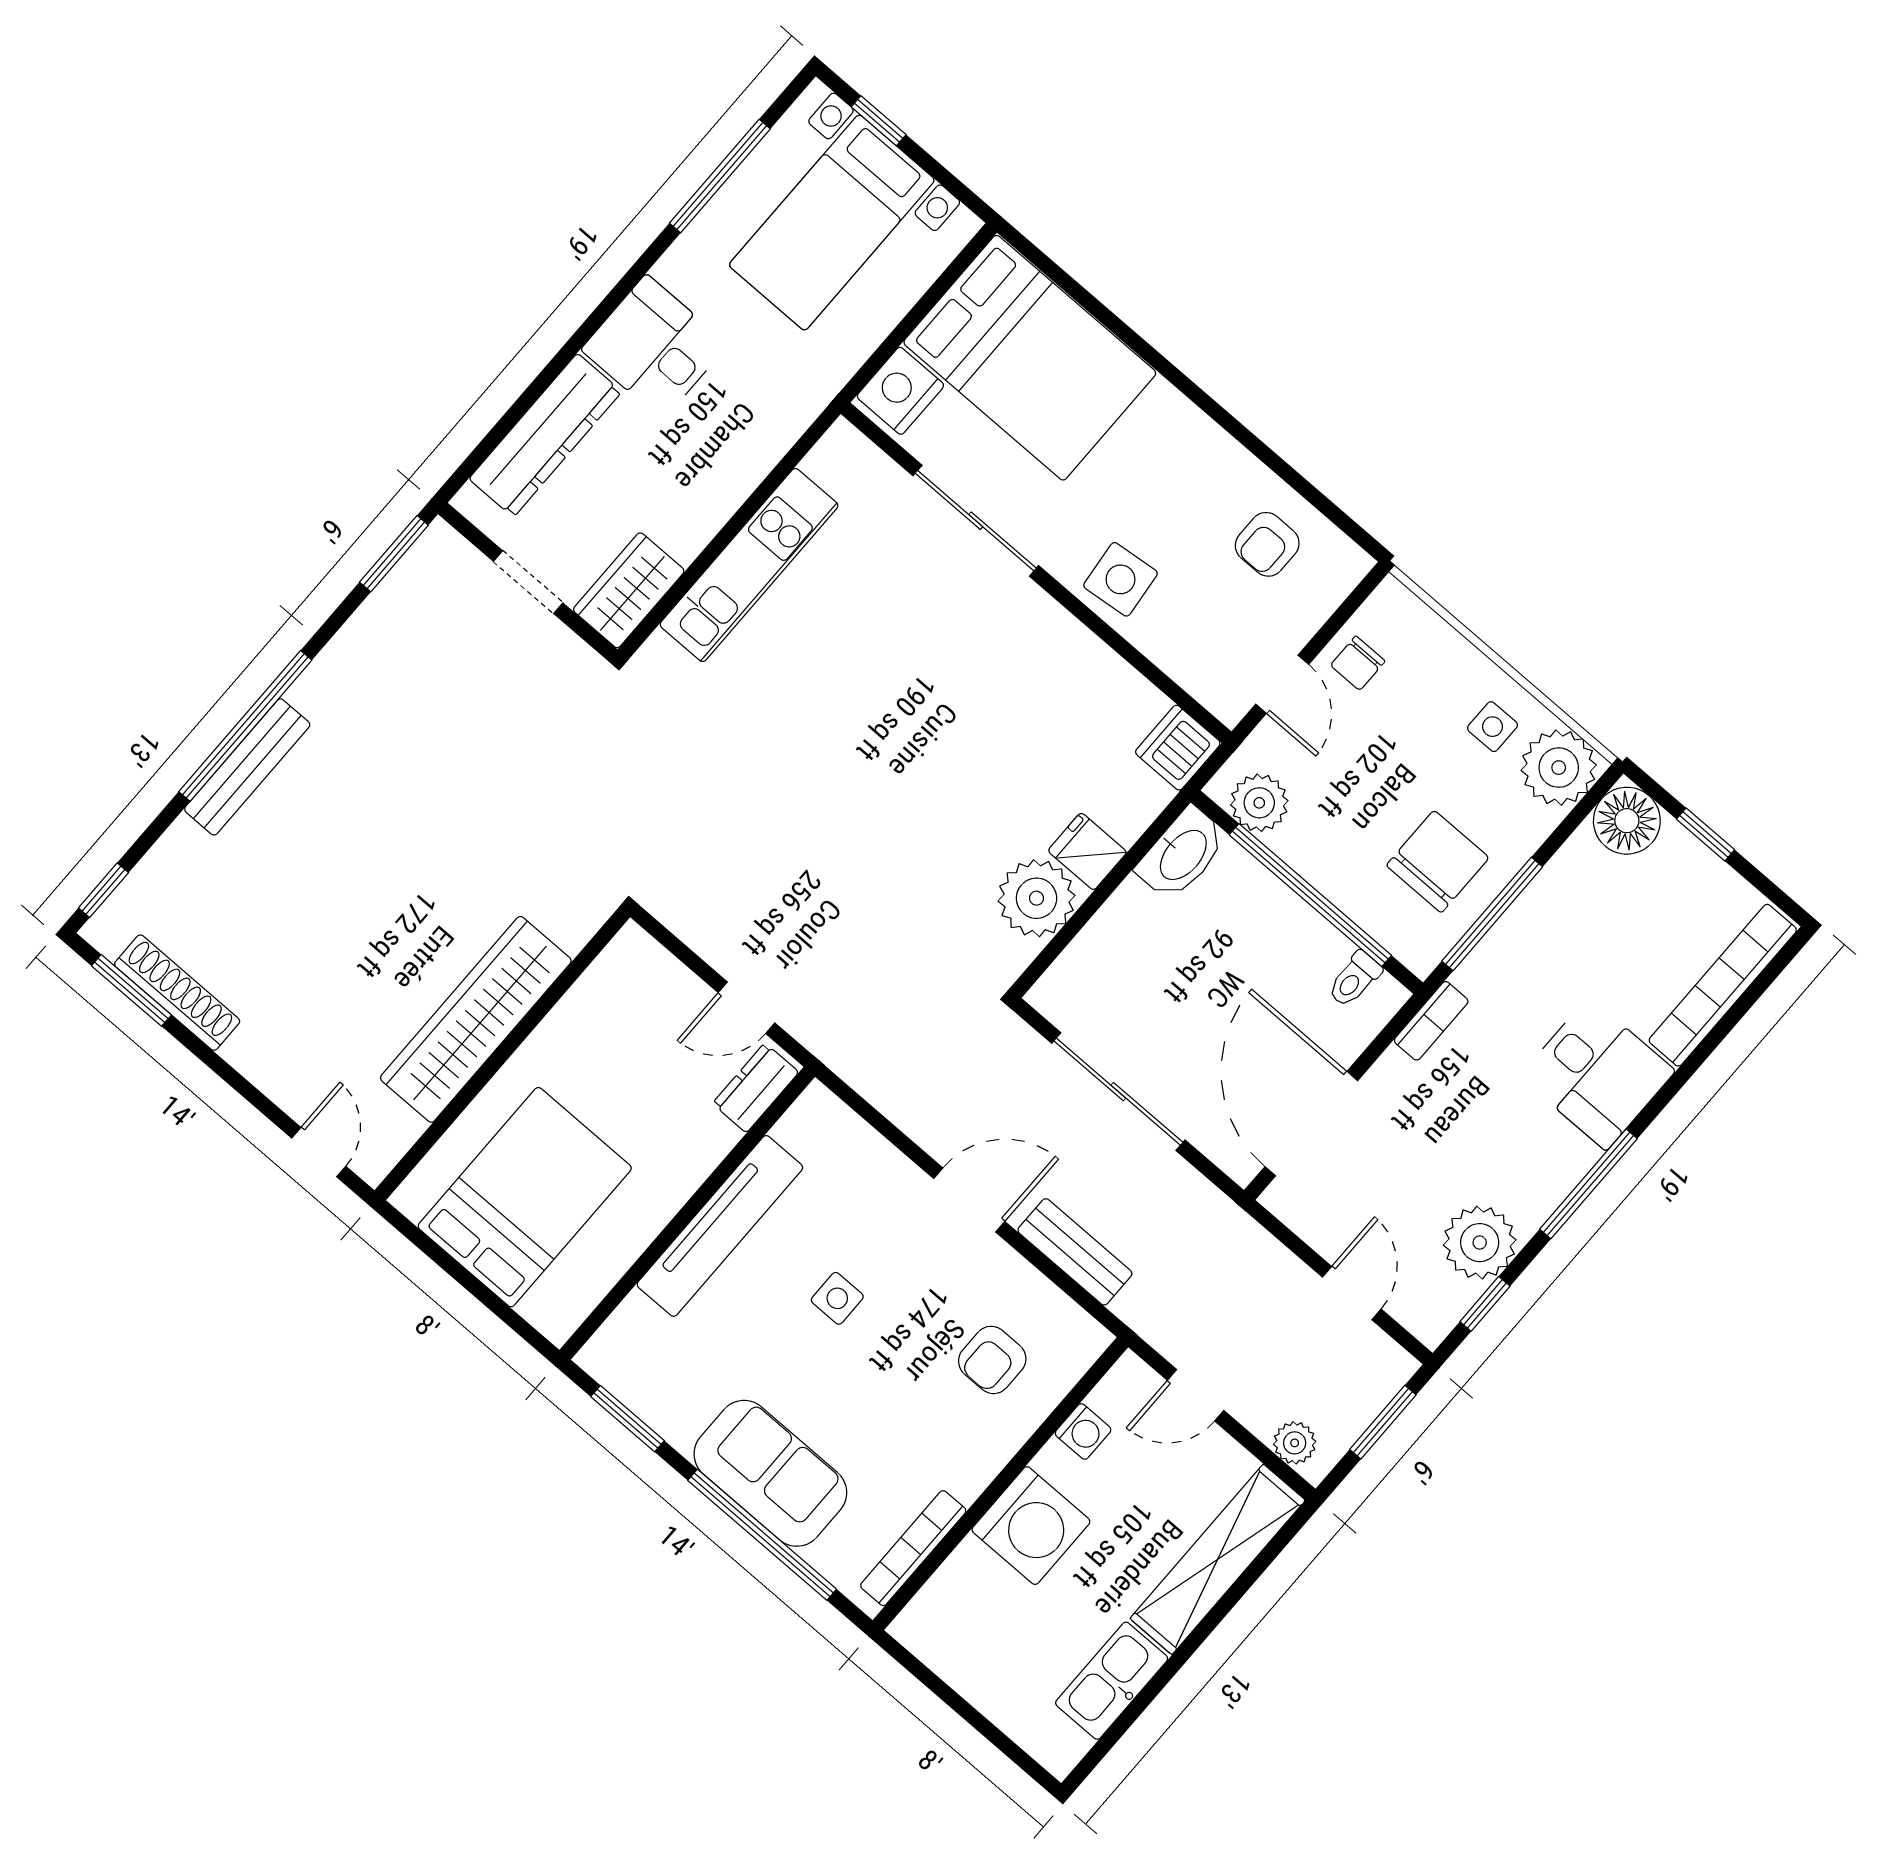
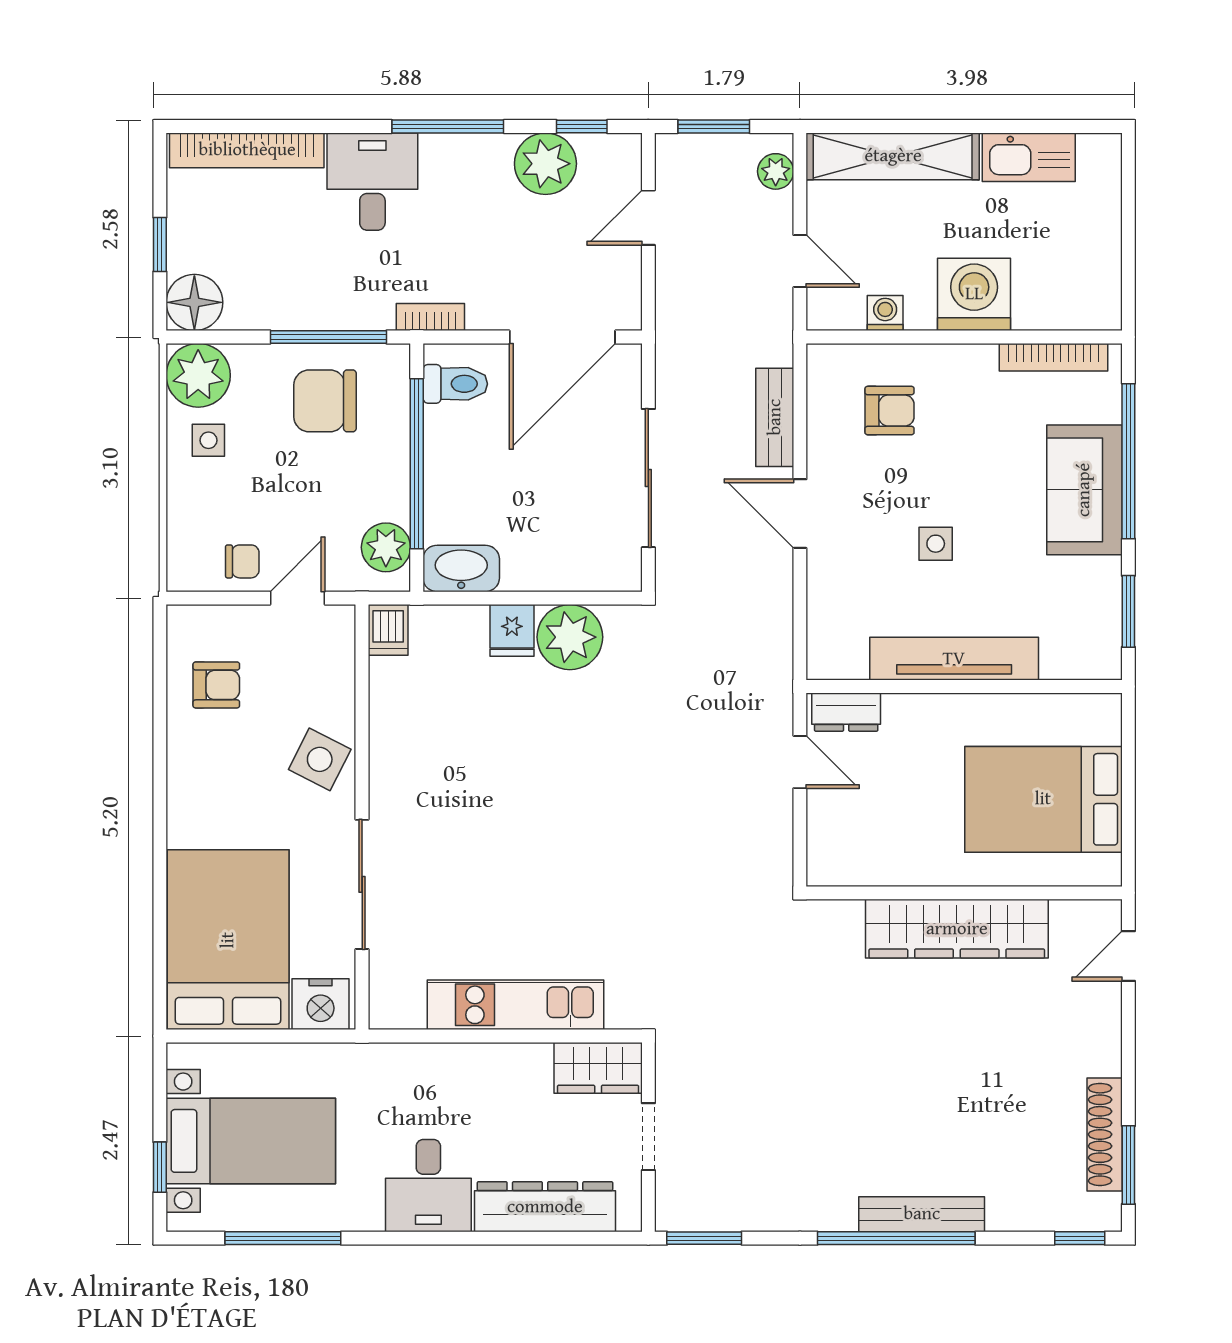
side table: (1120, 579) -> (320, 759), turned 33
dishwasher: (1178, 748) -> (388, 630), width x0.73
toilet: (1354, 979) -> (455, 384), width x1.37, depth x1.39

